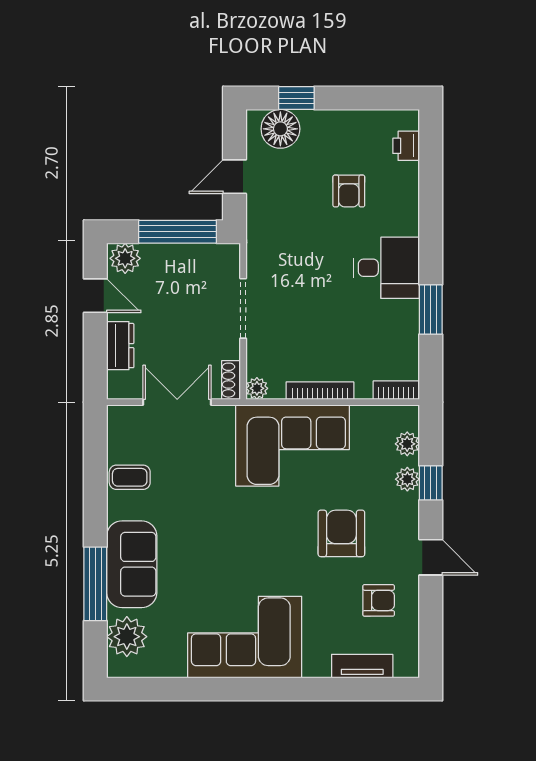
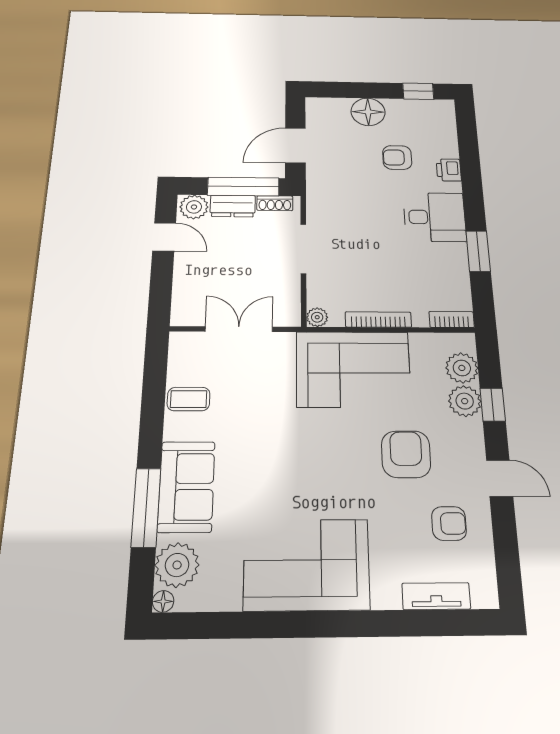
window: (296, 98) -> (418, 91), moved
floor lamp: (280, 129) -> (368, 112), moved
printer: (406, 146) -> (449, 170), moved
door: (235, 177) -> (295, 145), width x1.37
armchair: (349, 191) -> (397, 158), turned 90
dresser: (120, 346) -> (233, 206), moved, turned 90
shoe rack: (231, 380) -> (275, 203), moved, turned -90
plant: (407, 444) -> (462, 368), width x1.38, depth x1.38
plant: (407, 479) -> (465, 401), width x1.38, depth x1.38
floor lamp: (116, 668) -> (163, 601), added

